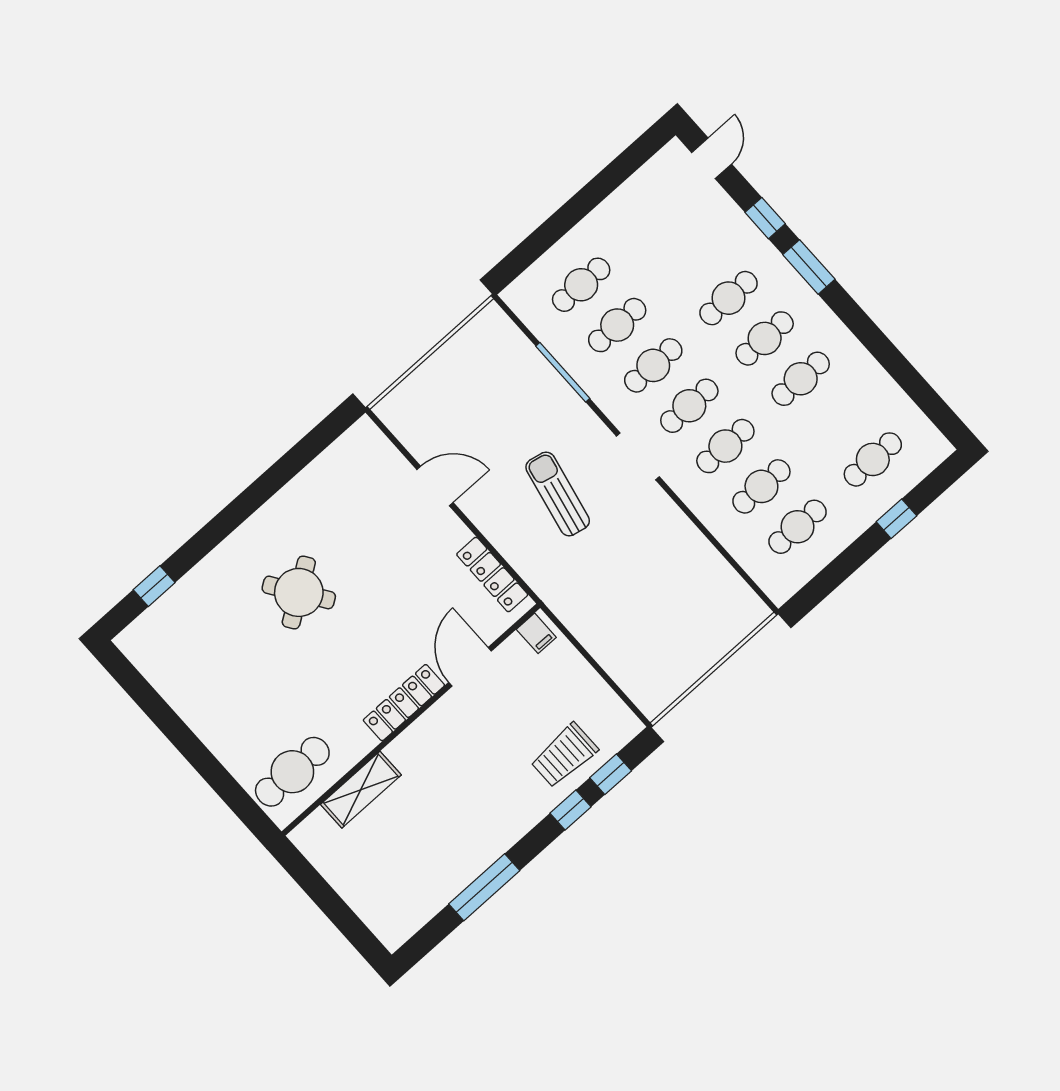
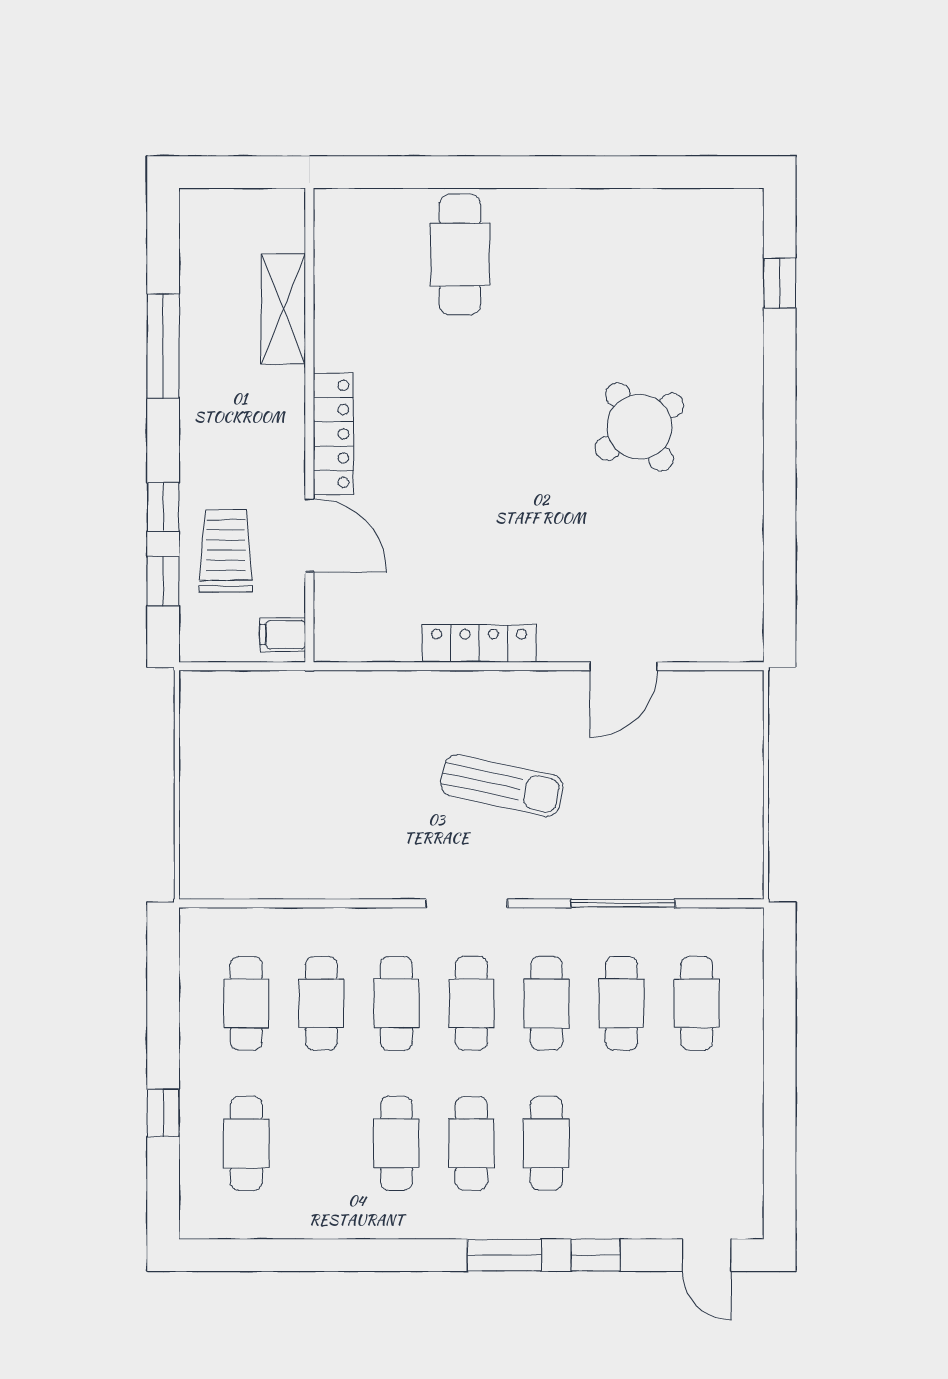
filing cabinet: (536, 633) -> (283, 635), moved
door: (470, 667) -> (309, 535), moved
locker: (404, 703) -> (333, 434), moved
wall: (411, 720) -> (309, 425), moved
shelving: (361, 790) -> (283, 309), moved

